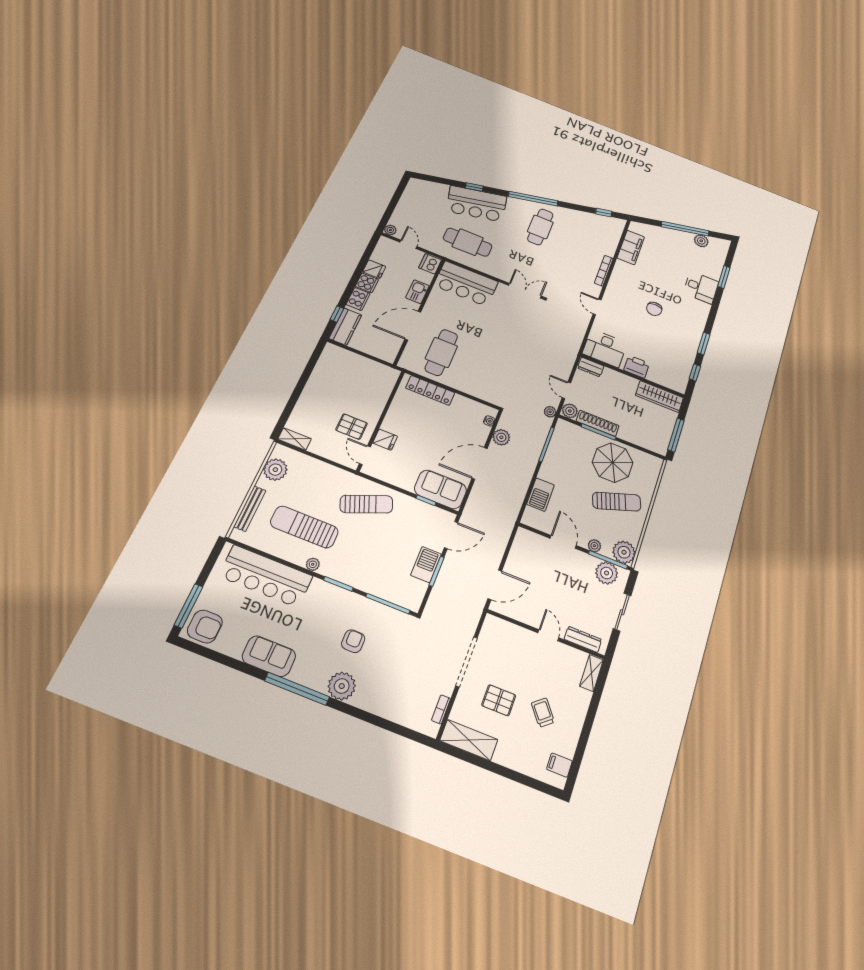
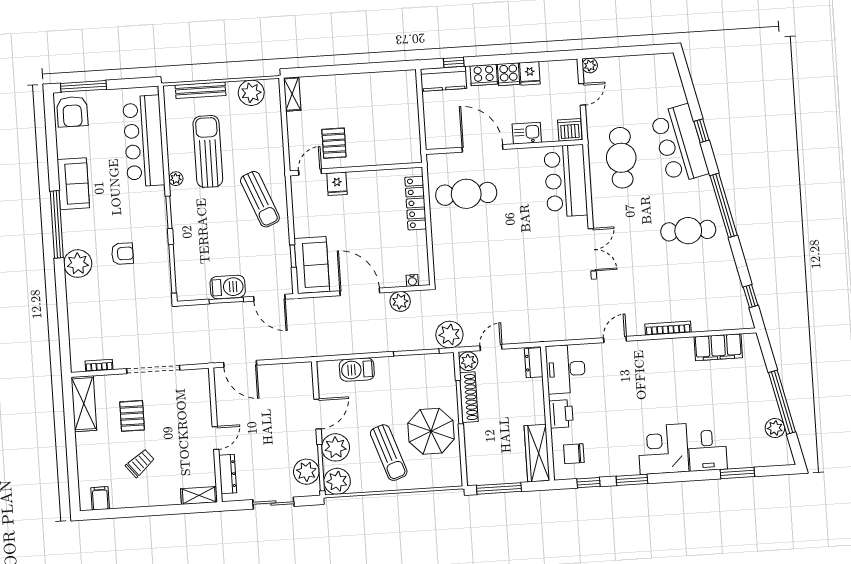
chair: (654, 309) -> (574, 454), moved
corner desk: (689, 314) -> (663, 449), added
plant: (550, 412) -> (449, 335), width x1.88, depth x1.88
plant: (594, 546) -> (336, 447), width x1.87, depth x1.87

